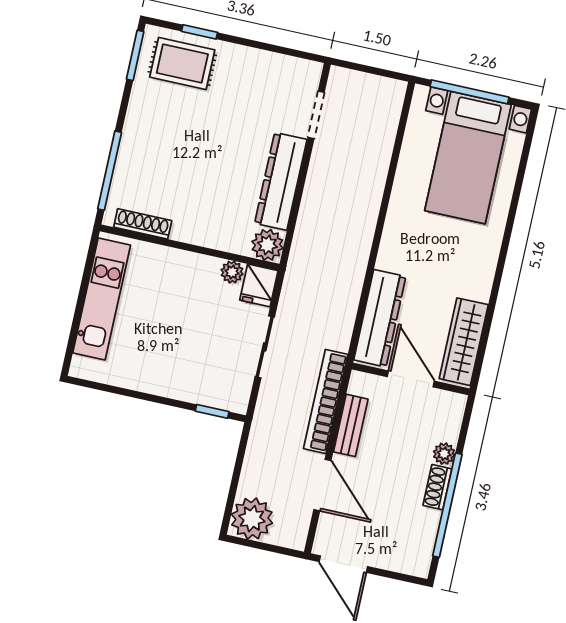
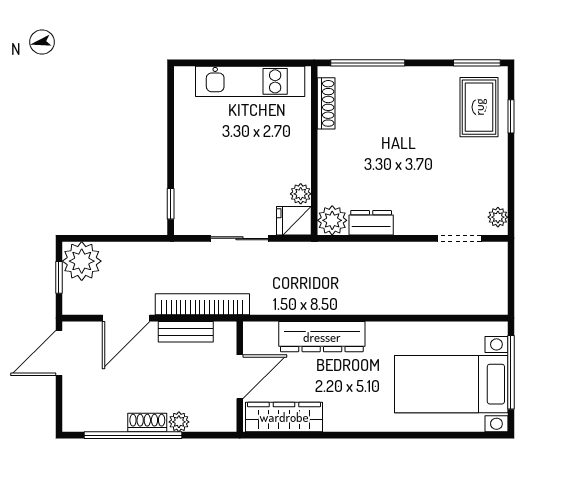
plant: (303, 69) -> (498, 217), added
dresser: (281, 181) -> (371, 223), width x0.51, depth x0.80
dresser: (380, 318) -> (322, 337), moved
window: (264, 546) -> (59, 277), added

